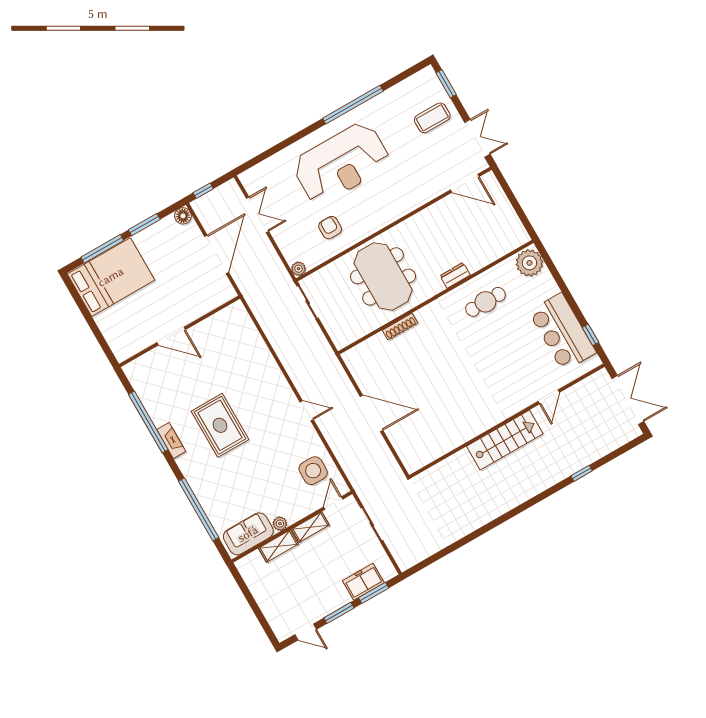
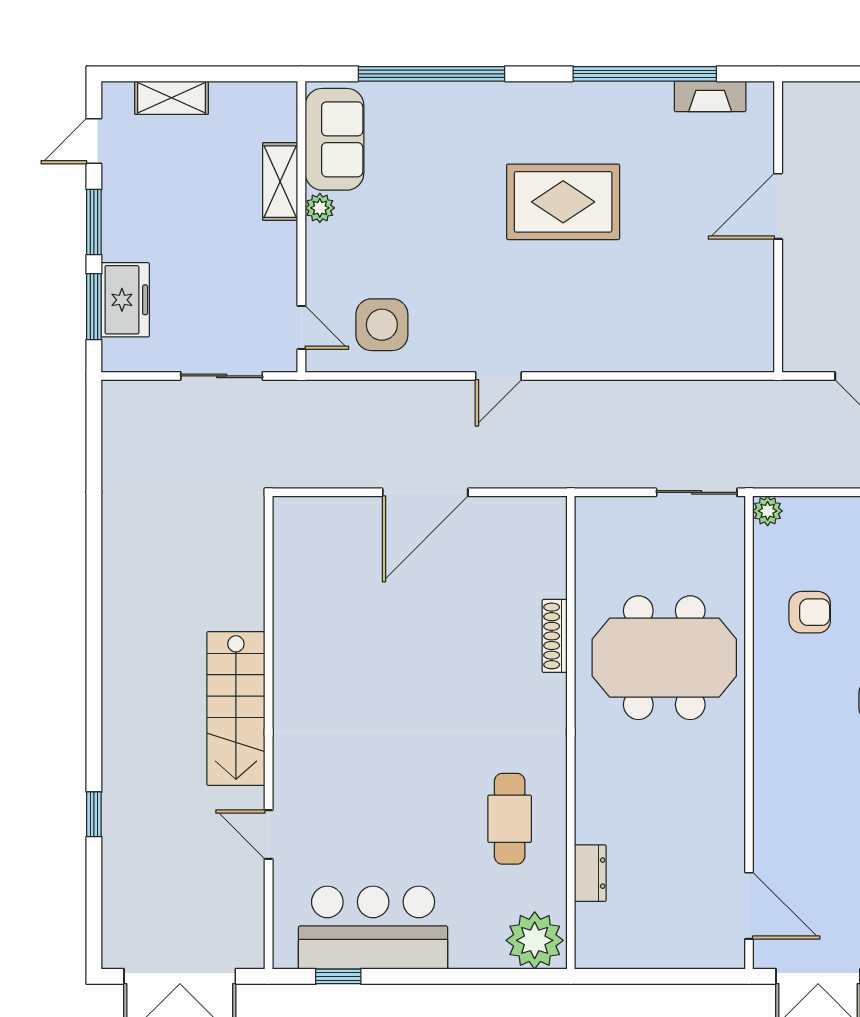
door: (465, 183) -> (749, 906), swing flipped
dresser: (455, 275) -> (590, 873), moved
fireplace: (171, 441) -> (710, 96), moved
shelving: (310, 527) -> (171, 98), moved, turned 90

